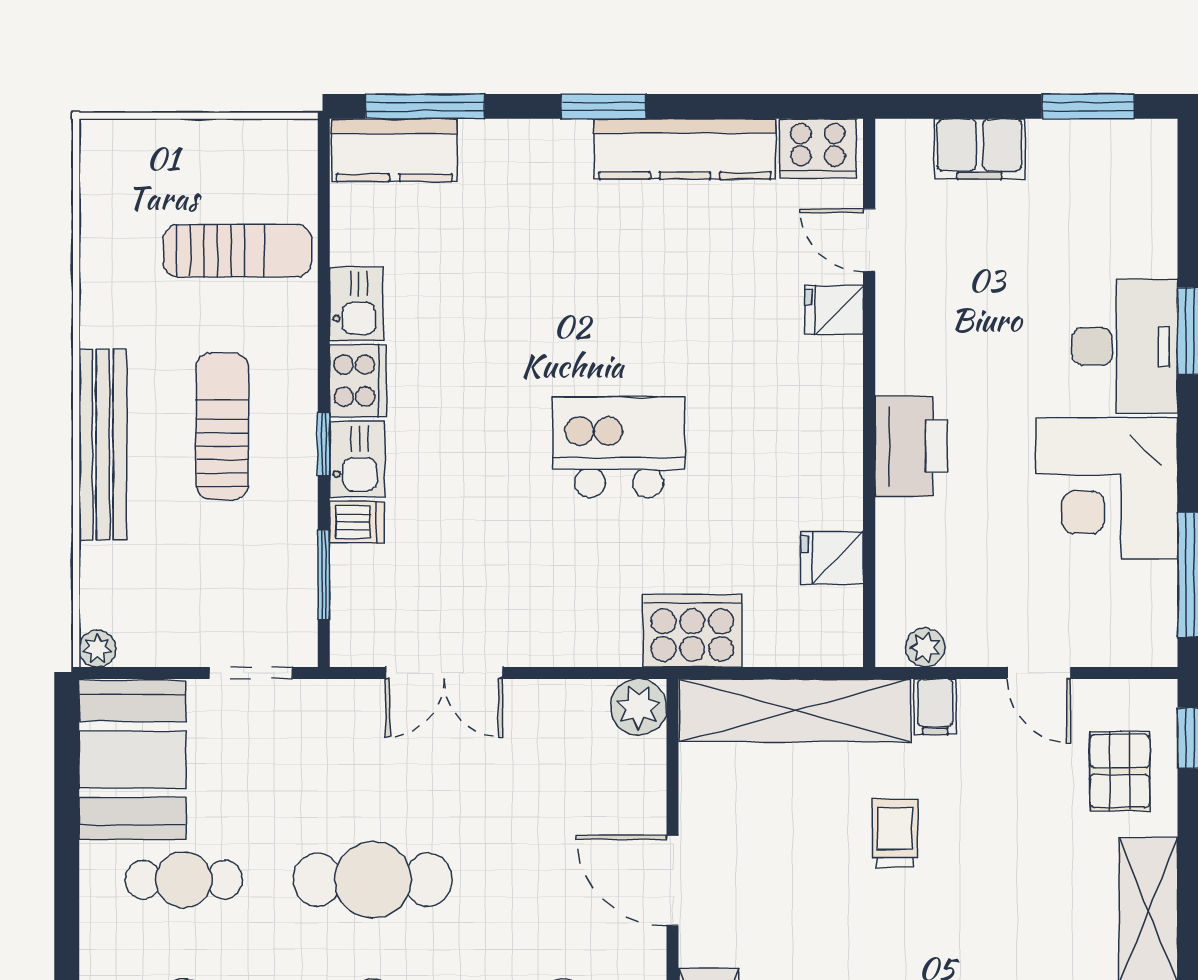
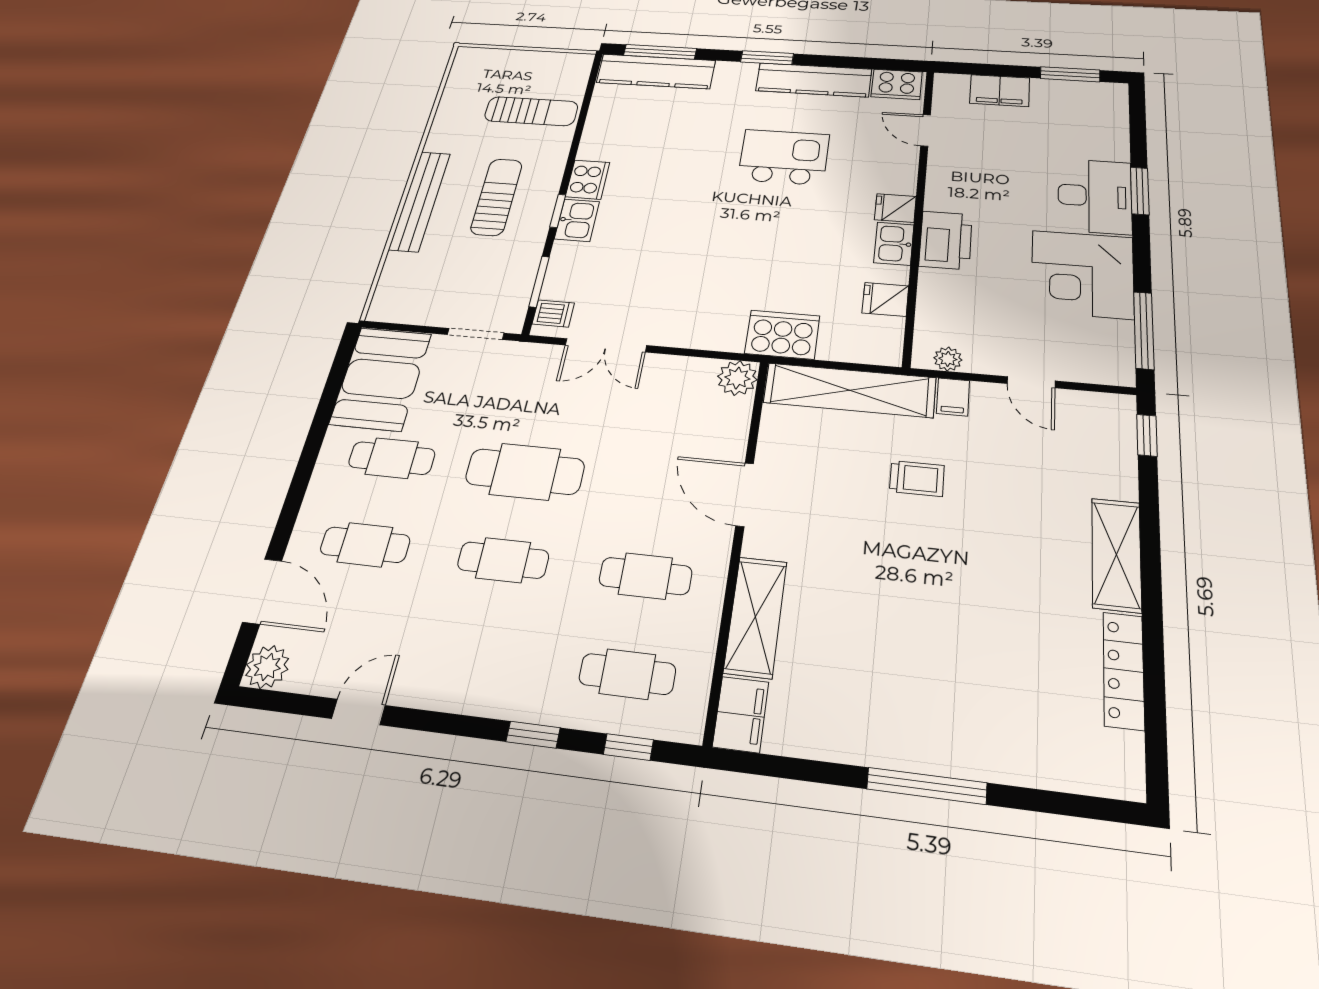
kitchen counter: (394, 150) -> (656, 71), width x1.50
kitchen sink: (356, 304) -> (894, 244), moved, turned 180
fridge: (834, 310) -> (895, 208), moved
kitchen island: (619, 447) -> (784, 157), moved
dishwasher: (357, 522) -> (553, 313), moved
plant: (97, 649) -> (379, 311), removed
pallet: (1120, 771) -> (1093, 453), removed
trolley: (895, 833) -> (917, 478), turned 90

